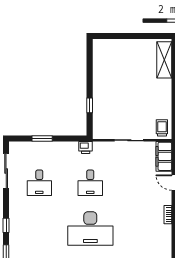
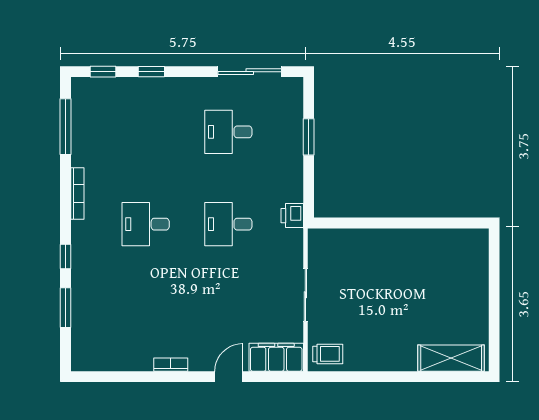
window: (90, 105) -> (369, 223), removed
desk: (90, 229) -> (146, 224), width x0.53, depth x0.77

